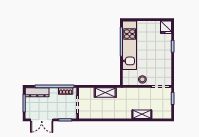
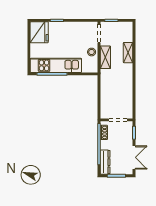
fridge: (166, 27) -> (39, 32), width x1.88, depth x1.34
shelving: (105, 93) -> (105, 57), moved

